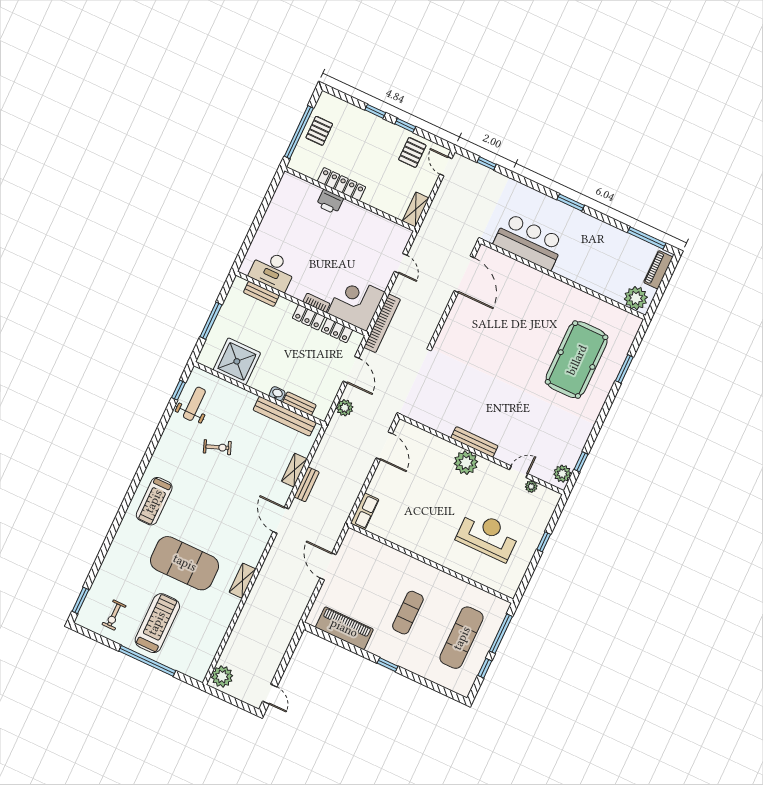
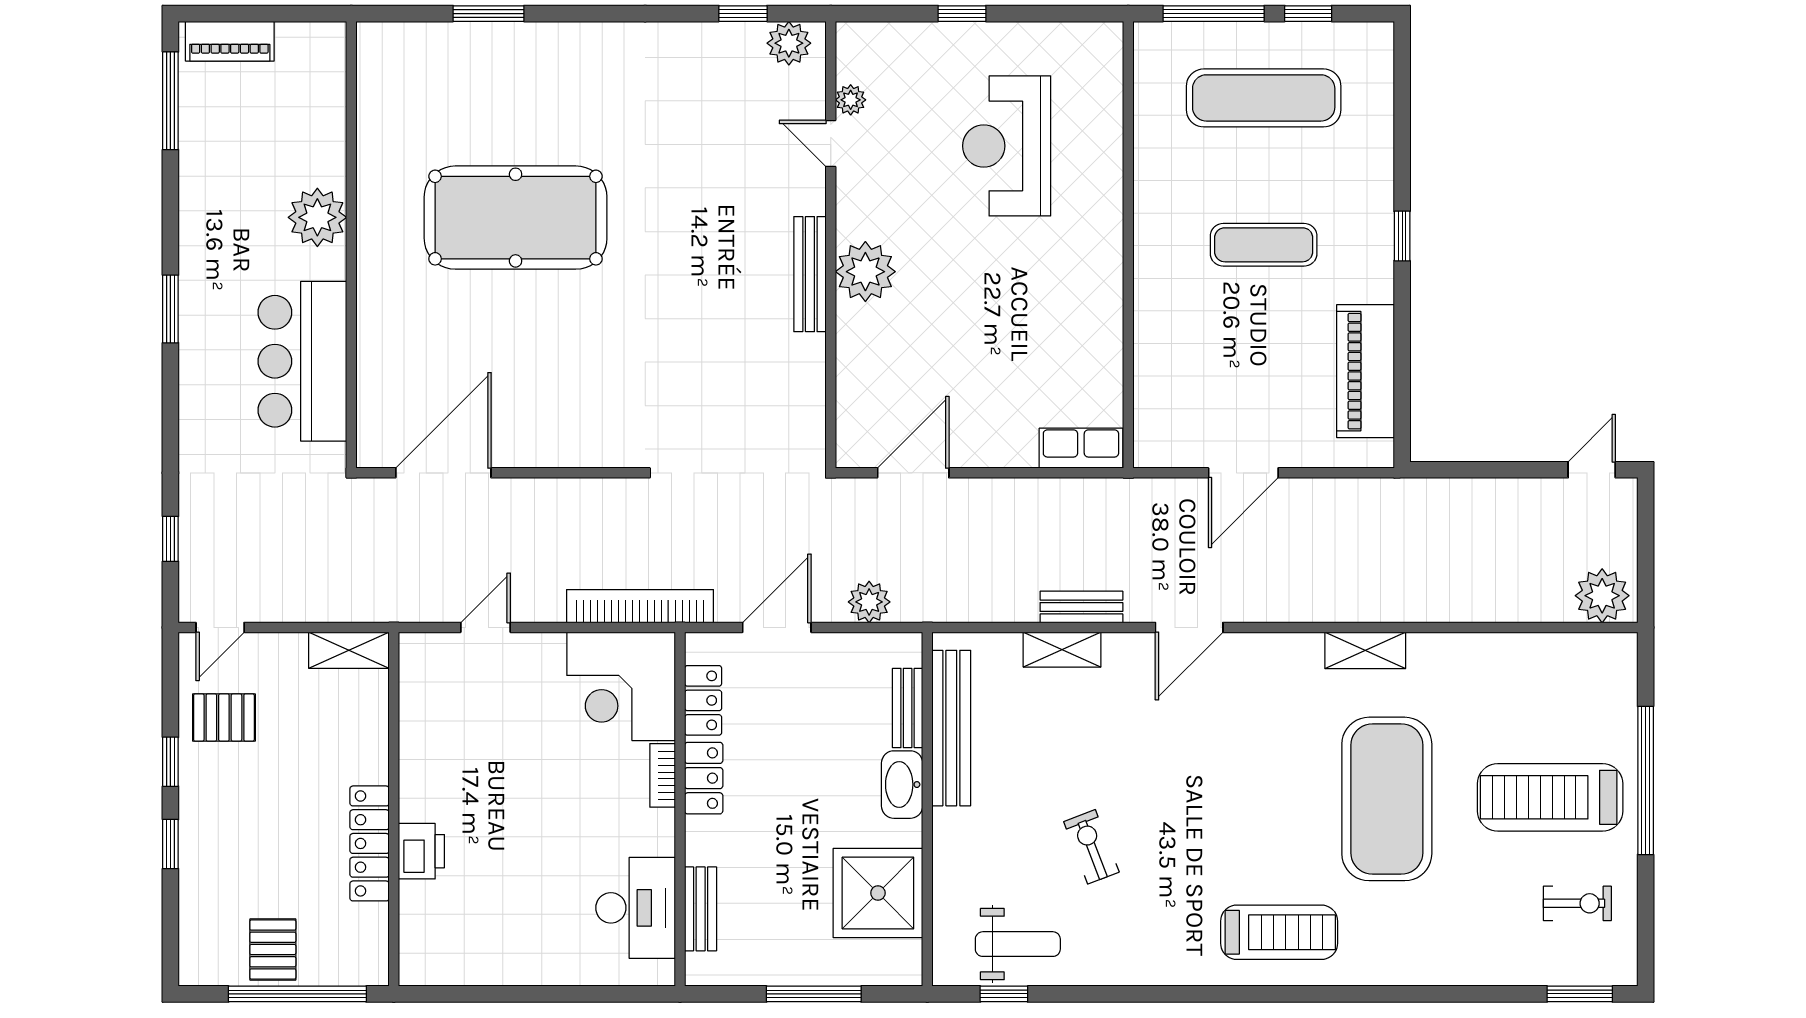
pallet: (319, 131) -> (273, 950), turned 90
plant: (636, 298) -> (317, 217), moved
pool table: (577, 360) -> (516, 218), moved
washbasin: (277, 394) -> (902, 785), width x1.91, depth x1.45
weight bench: (194, 404) -> (1018, 944), turned 180

